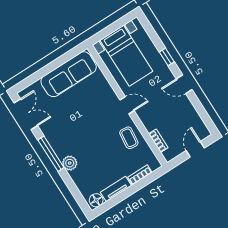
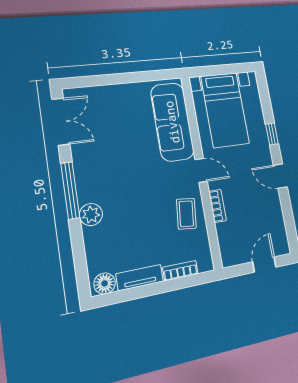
sofa: (69, 74) -> (172, 122), moved, turned 90
bookcase: (158, 141) -> (218, 206), moved

